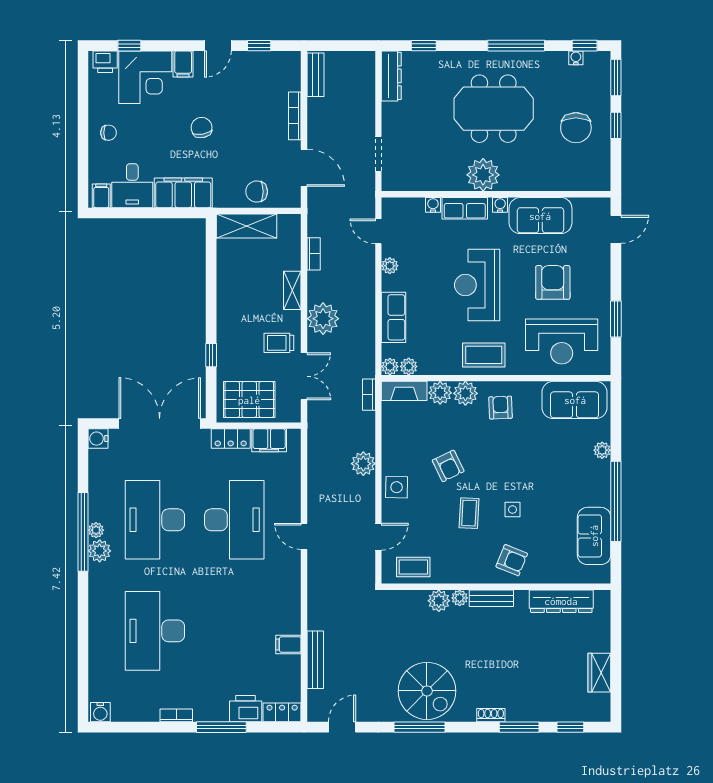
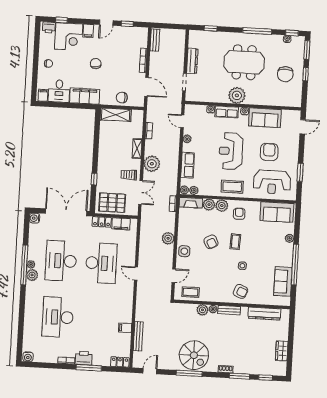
dresser: (391, 76) -> (192, 61), moved
coffee table: (469, 513) -> (235, 242), moved
printer: (246, 709) -> (84, 358), moved

